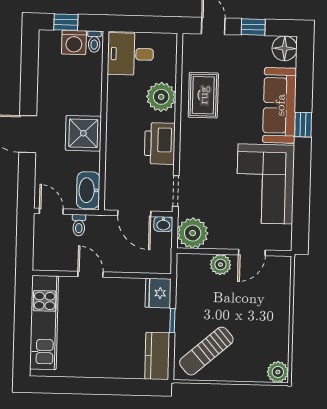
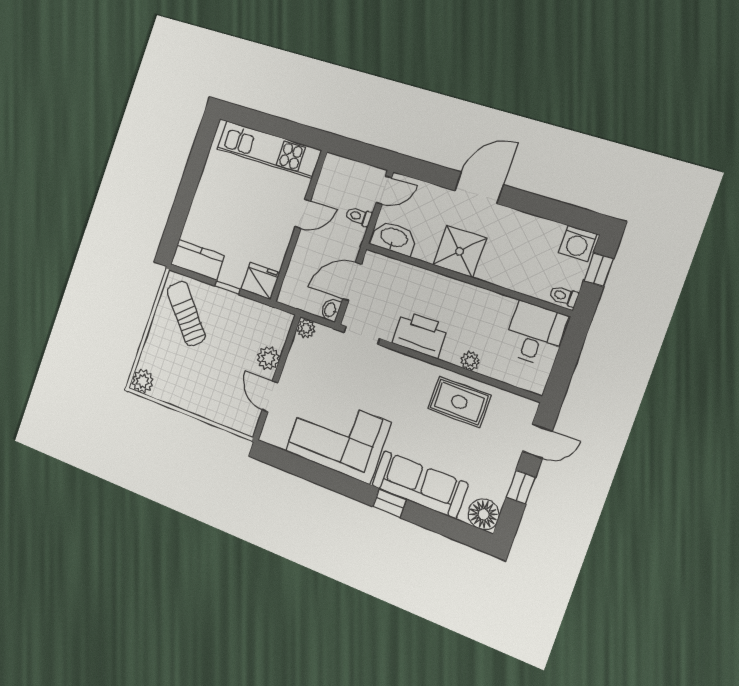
washing machine: (74, 42) -> (578, 244), moved, turned -90
plant: (161, 97) -> (470, 361), width x0.53, depth x0.53
plant: (193, 233) -> (306, 328), width x0.53, depth x0.53

